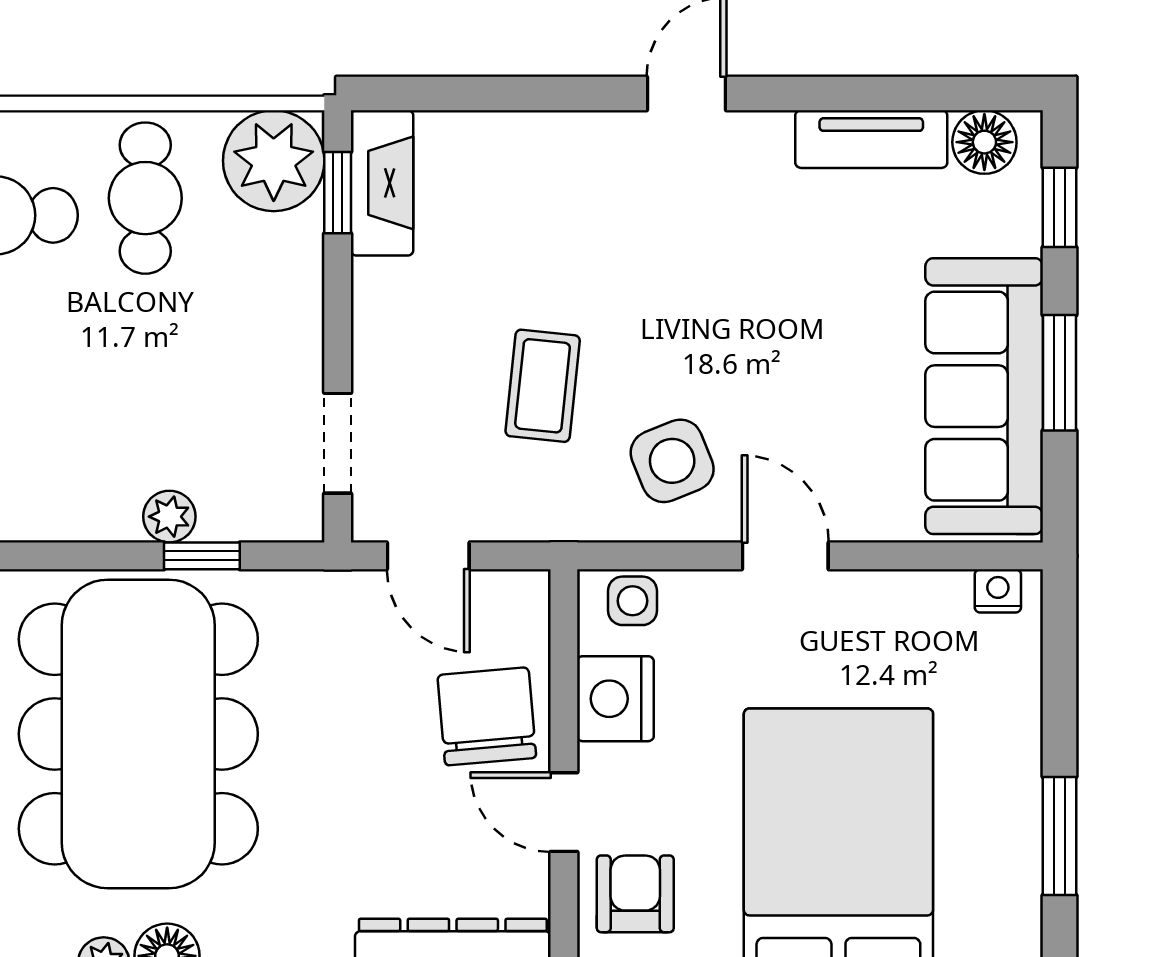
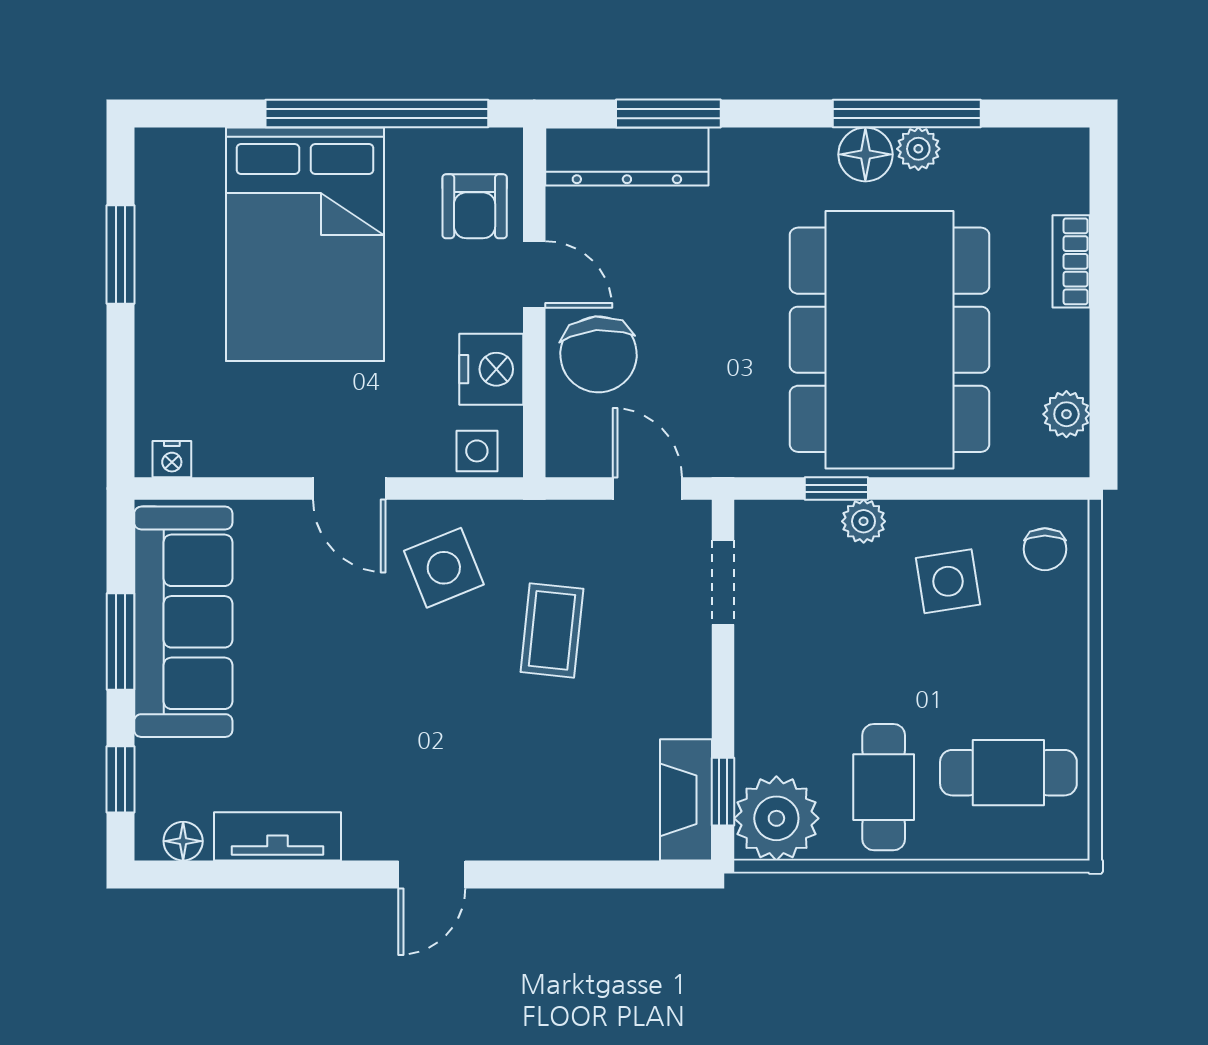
floor lamp: (984, 142) -> (183, 841), width x0.73, depth x0.73
side table: (68, 445) -> (948, 581), added

